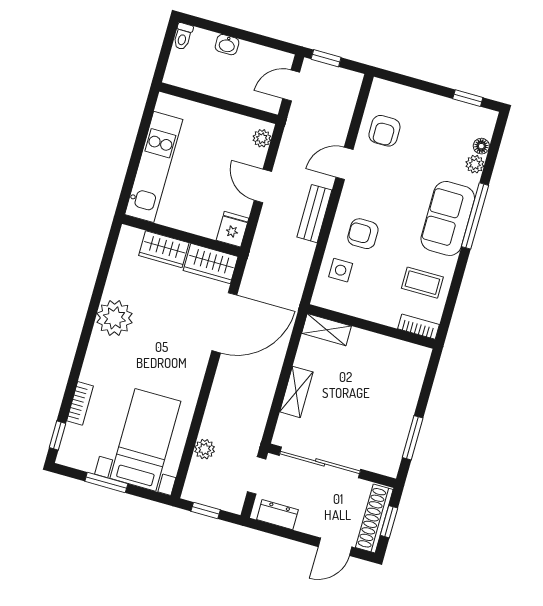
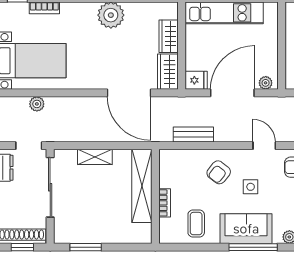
door: (263, 186) -> (232, 93), width x1.87
bench: (314, 214) -> (193, 134), moved
armchair: (363, 234) -> (219, 172), turned -142
side table: (341, 270) -> (251, 187), moved
bookcase: (419, 327) -> (165, 203), moved
shelving: (327, 330) -> (142, 186), width x2.20, depth x1.33

